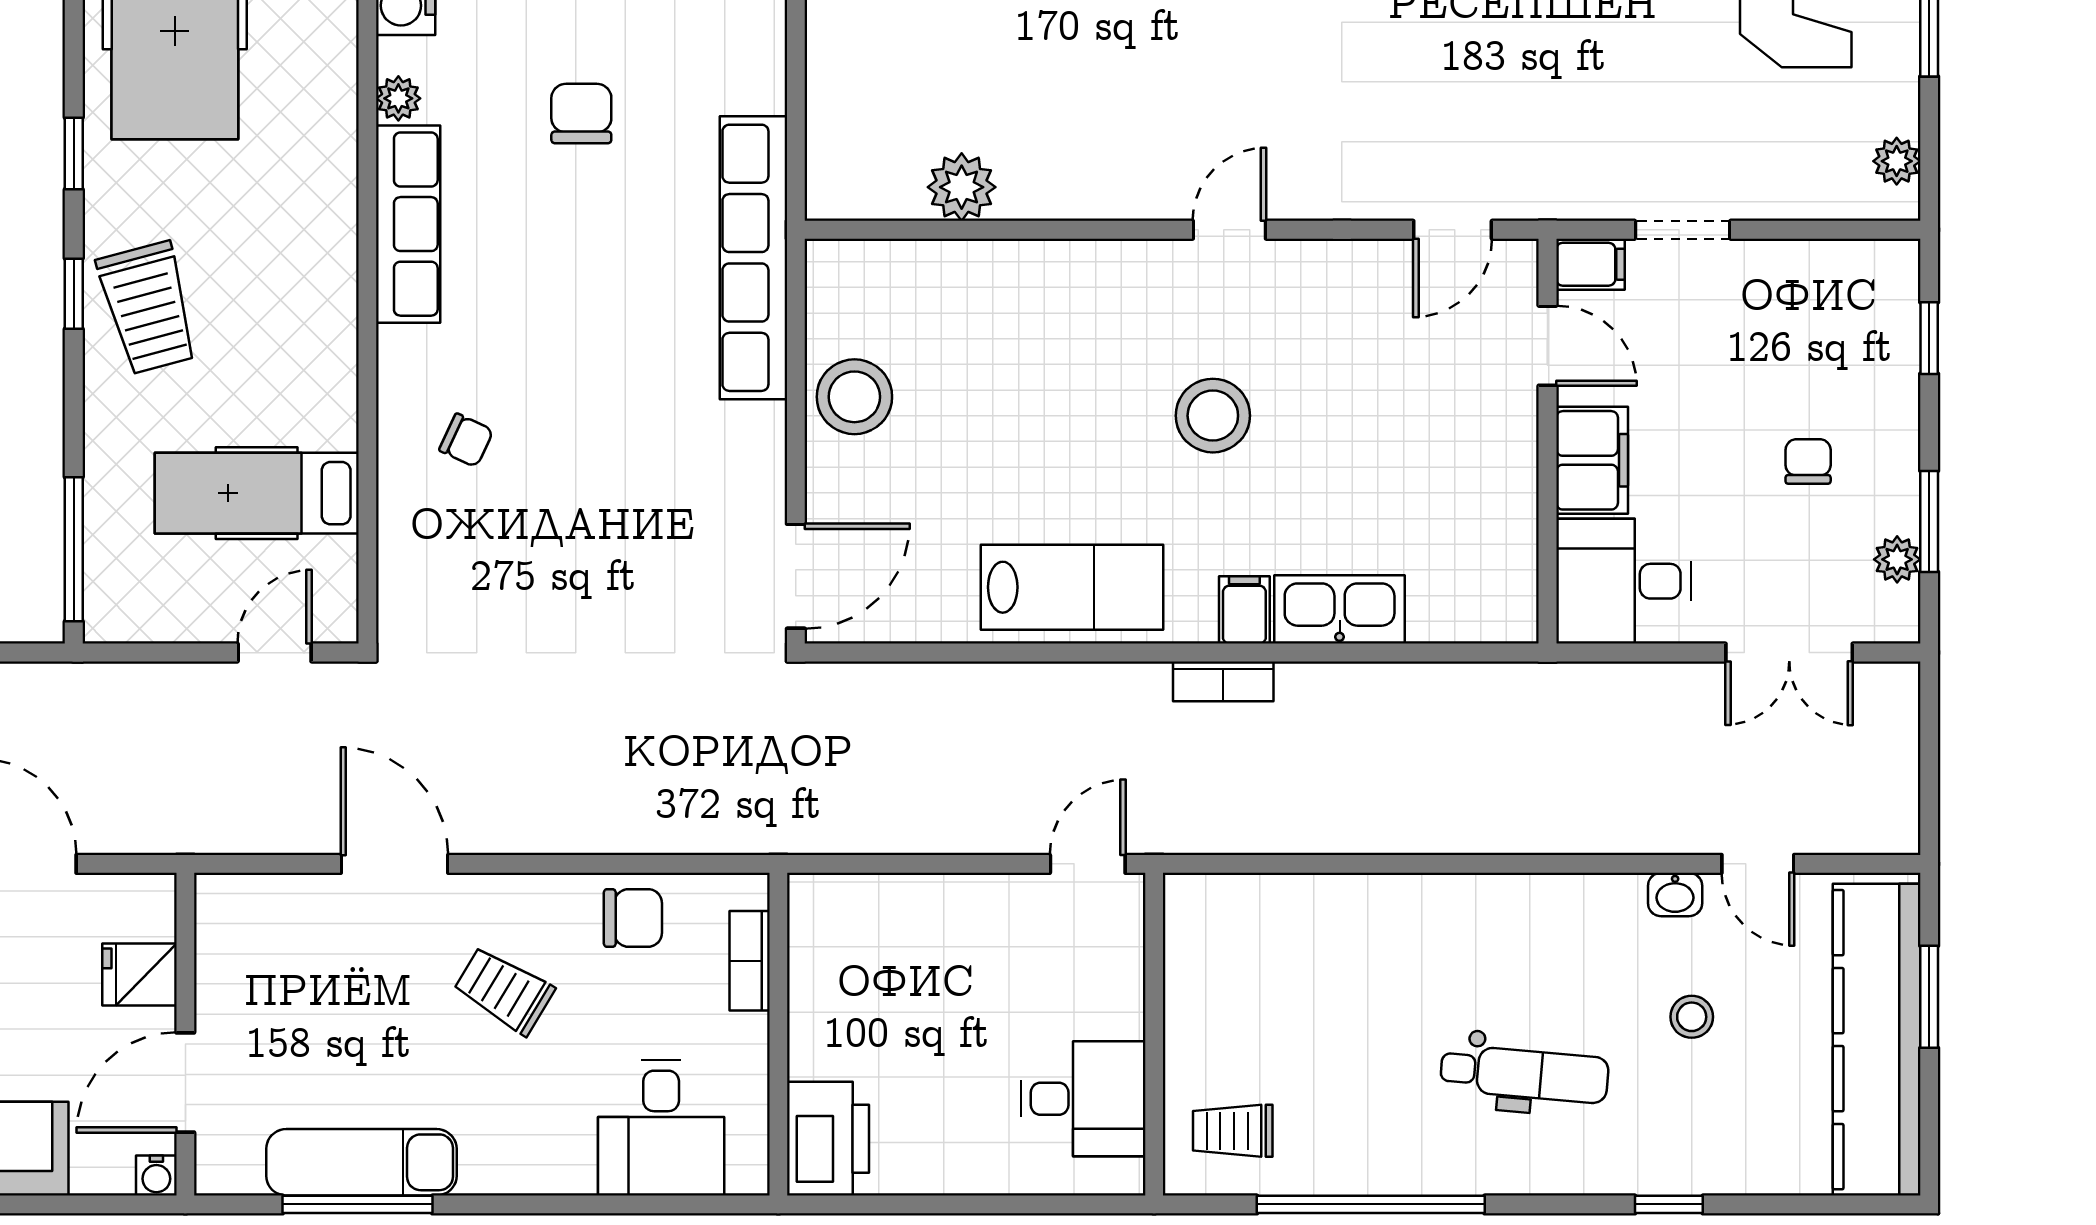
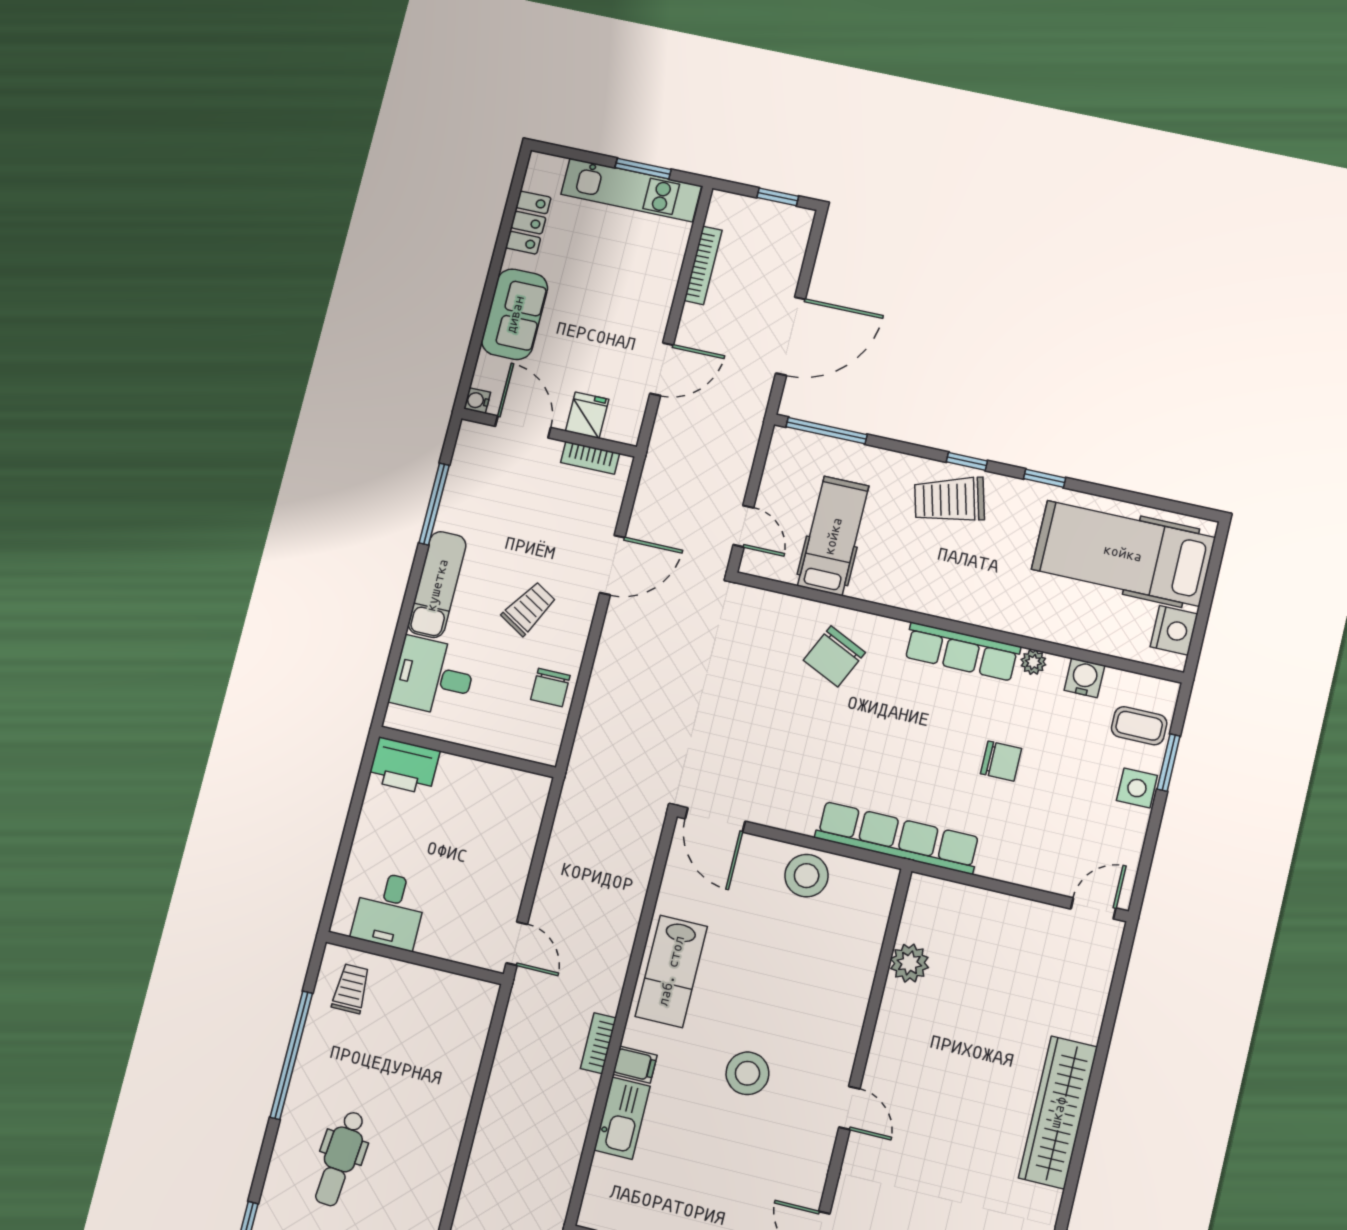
chair: (466, 440) -> (834, 656), width x1.87, depth x1.87
bookcase: (750, 961) -> (590, 458), moved, turned 180
exam couch: (361, 1162) -> (437, 585), moved

